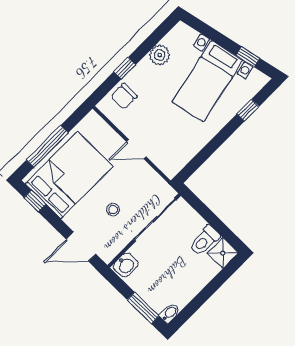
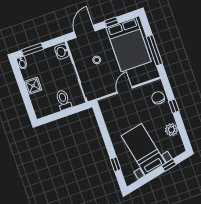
window: (248, 57) -> (169, 165), moved
window: (47, 146) -> (154, 50), moved
window: (35, 201) -> (112, 22), moved
toilet: (204, 241) -> (63, 100), moved
shower: (223, 253) -> (33, 86), moved

